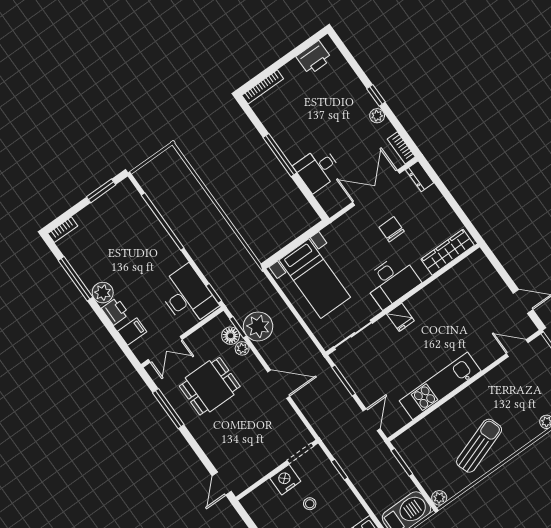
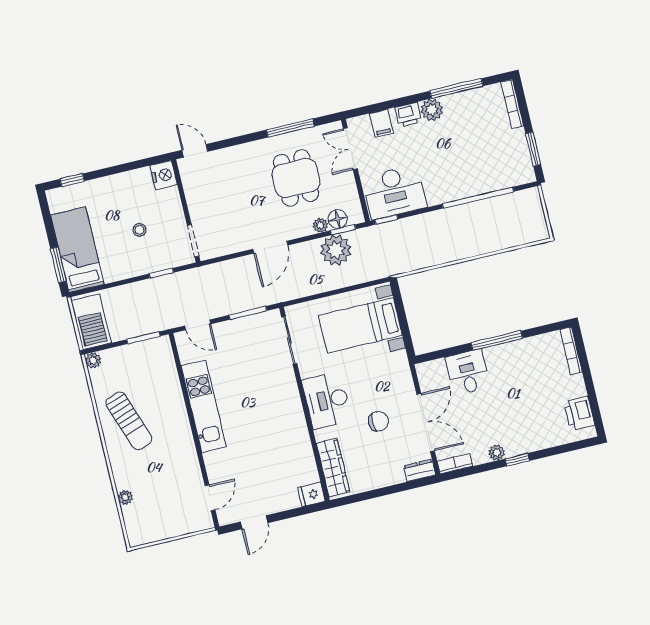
bookcase: (63, 230) -> (512, 104), width x1.56
fridge: (400, 317) -> (311, 494), moved
nightstand: (285, 480) -> (164, 175), moved

